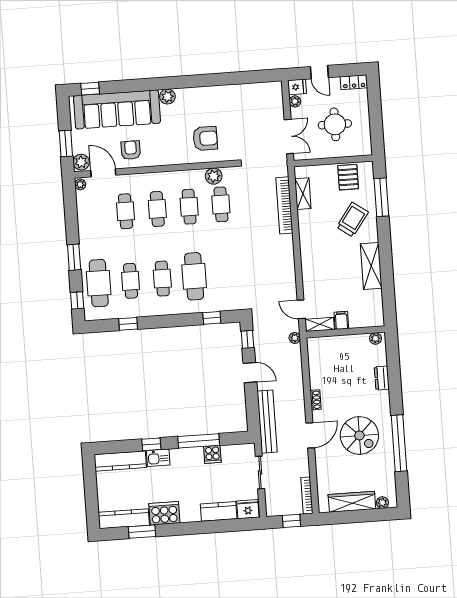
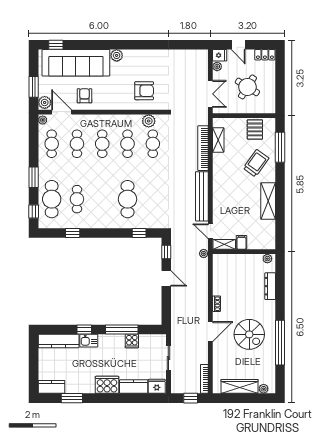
round table: (335, 124) -> (247, 87), turned 32
cafe table: (162, 279) -> (52, 144), moved
dresser: (382, 378) -> (270, 286), width x1.44
bench: (267, 422) -> (202, 196), moved
cooker: (164, 513) -> (107, 385), moved
kitchen counter: (124, 519) -> (52, 387), width x0.67

